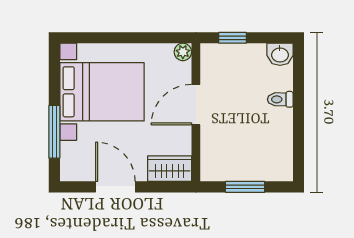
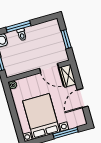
window: (298, 97) -> (18, 26), added
door: (196, 105) -> (49, 68), moved

